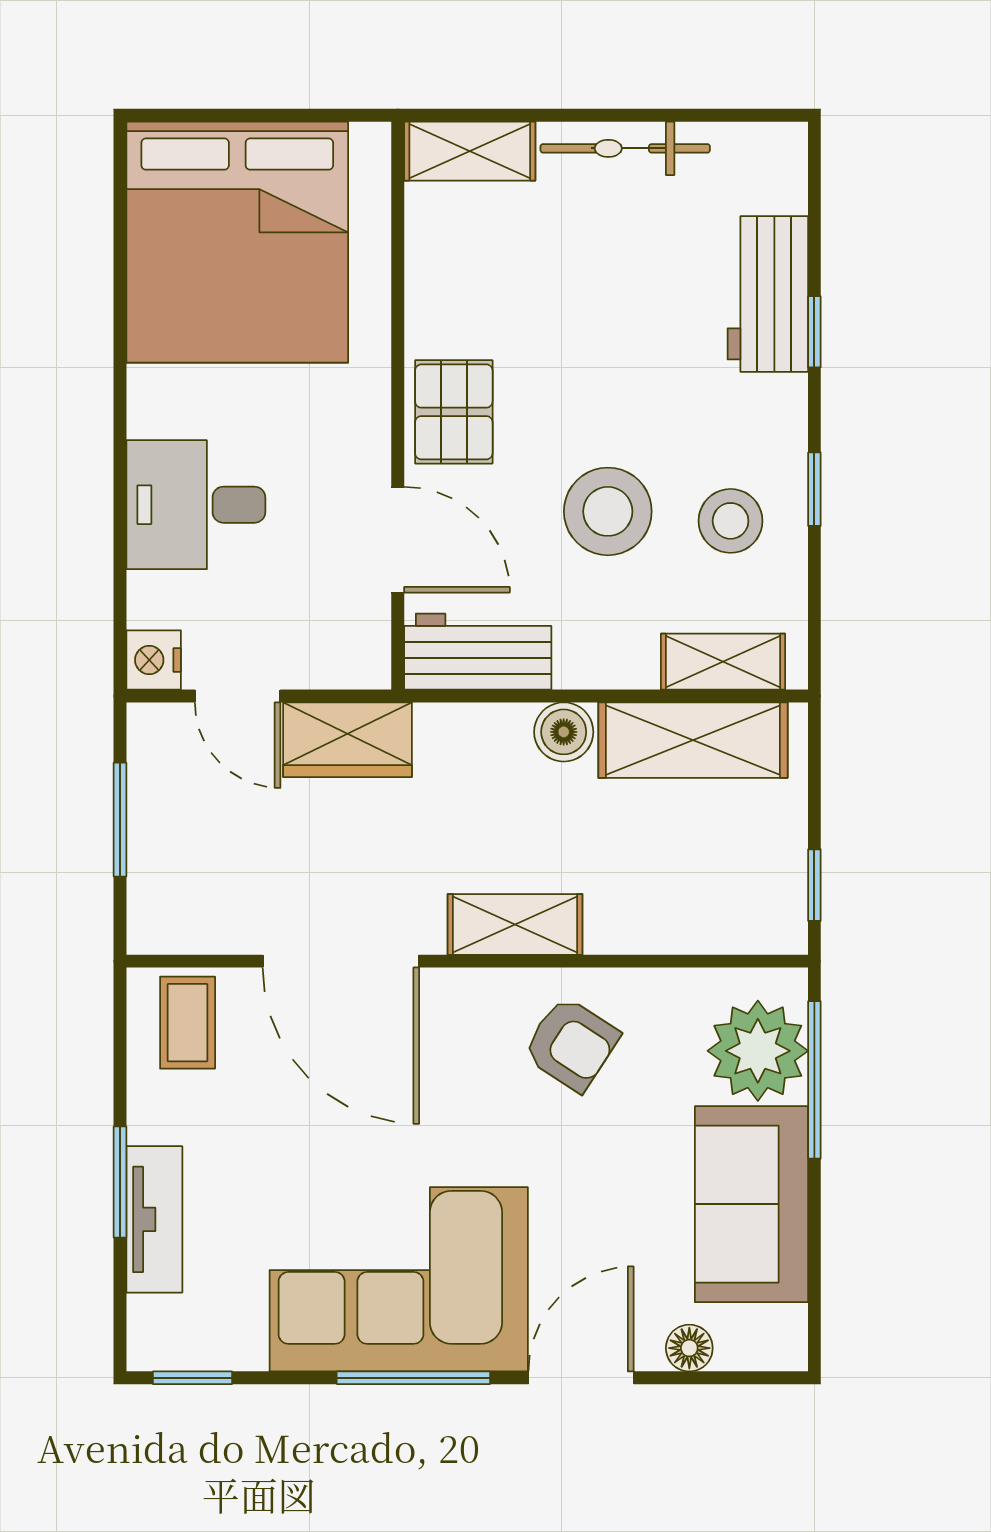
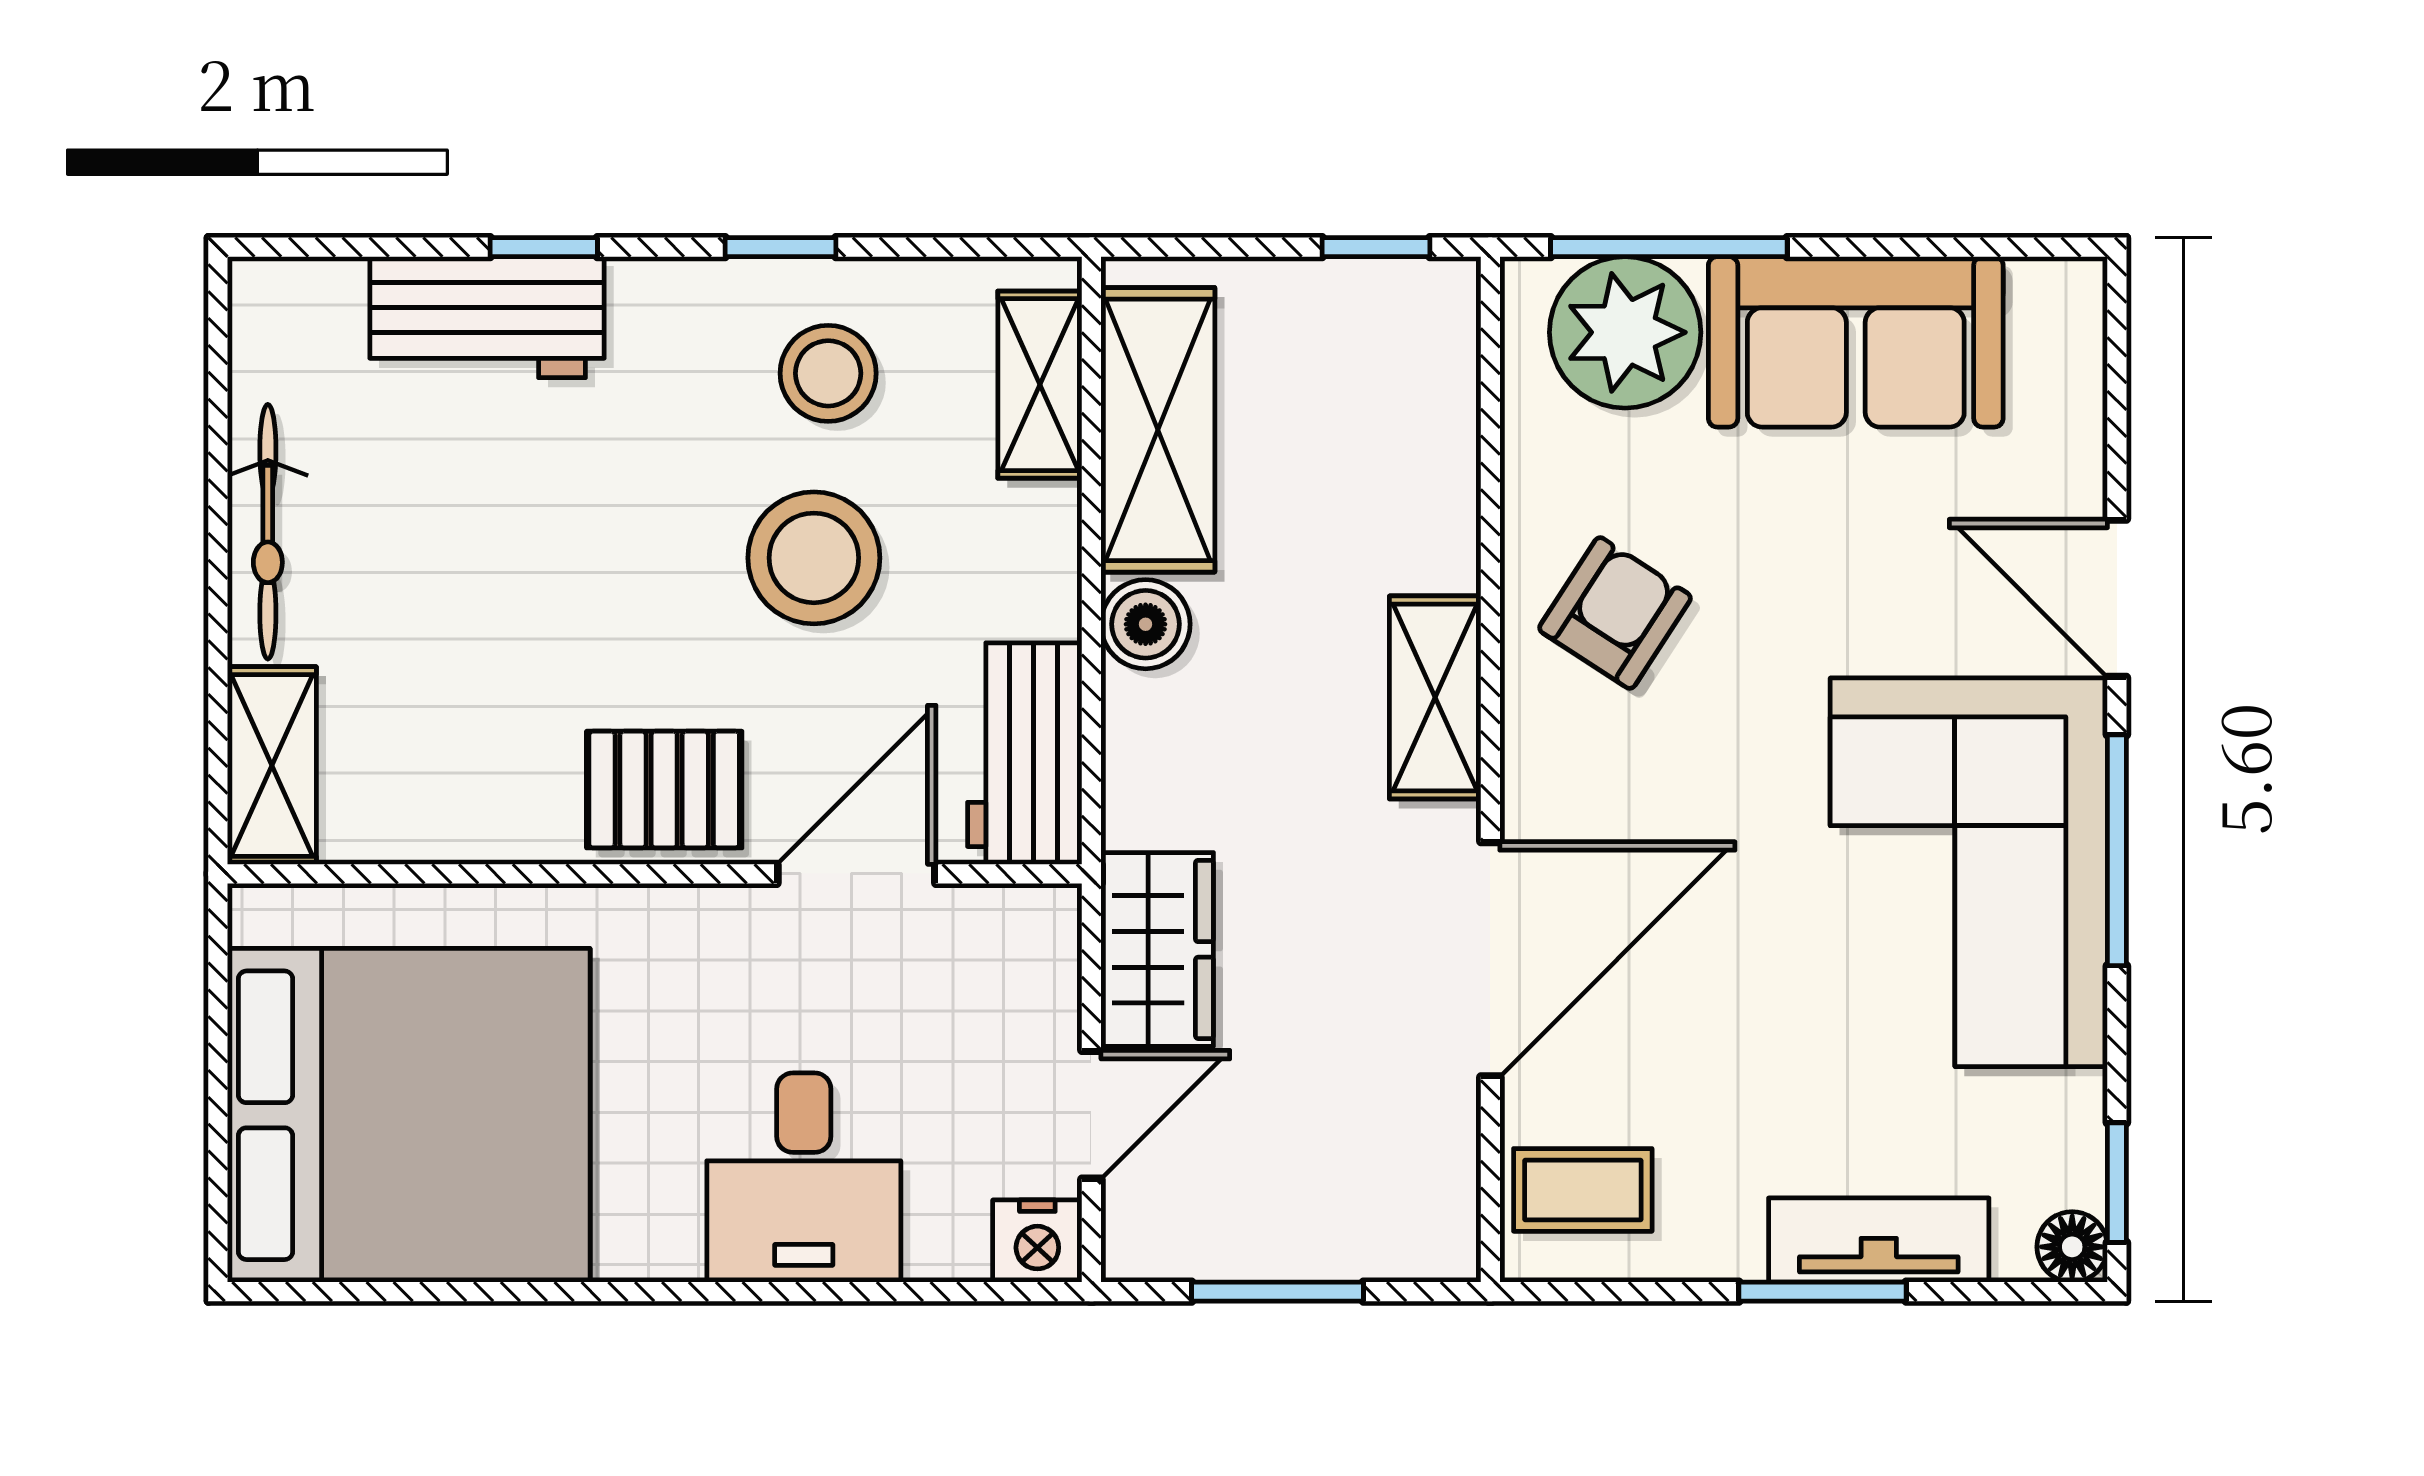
floor lamp: (689, 1348) -> (2072, 1247), moved

